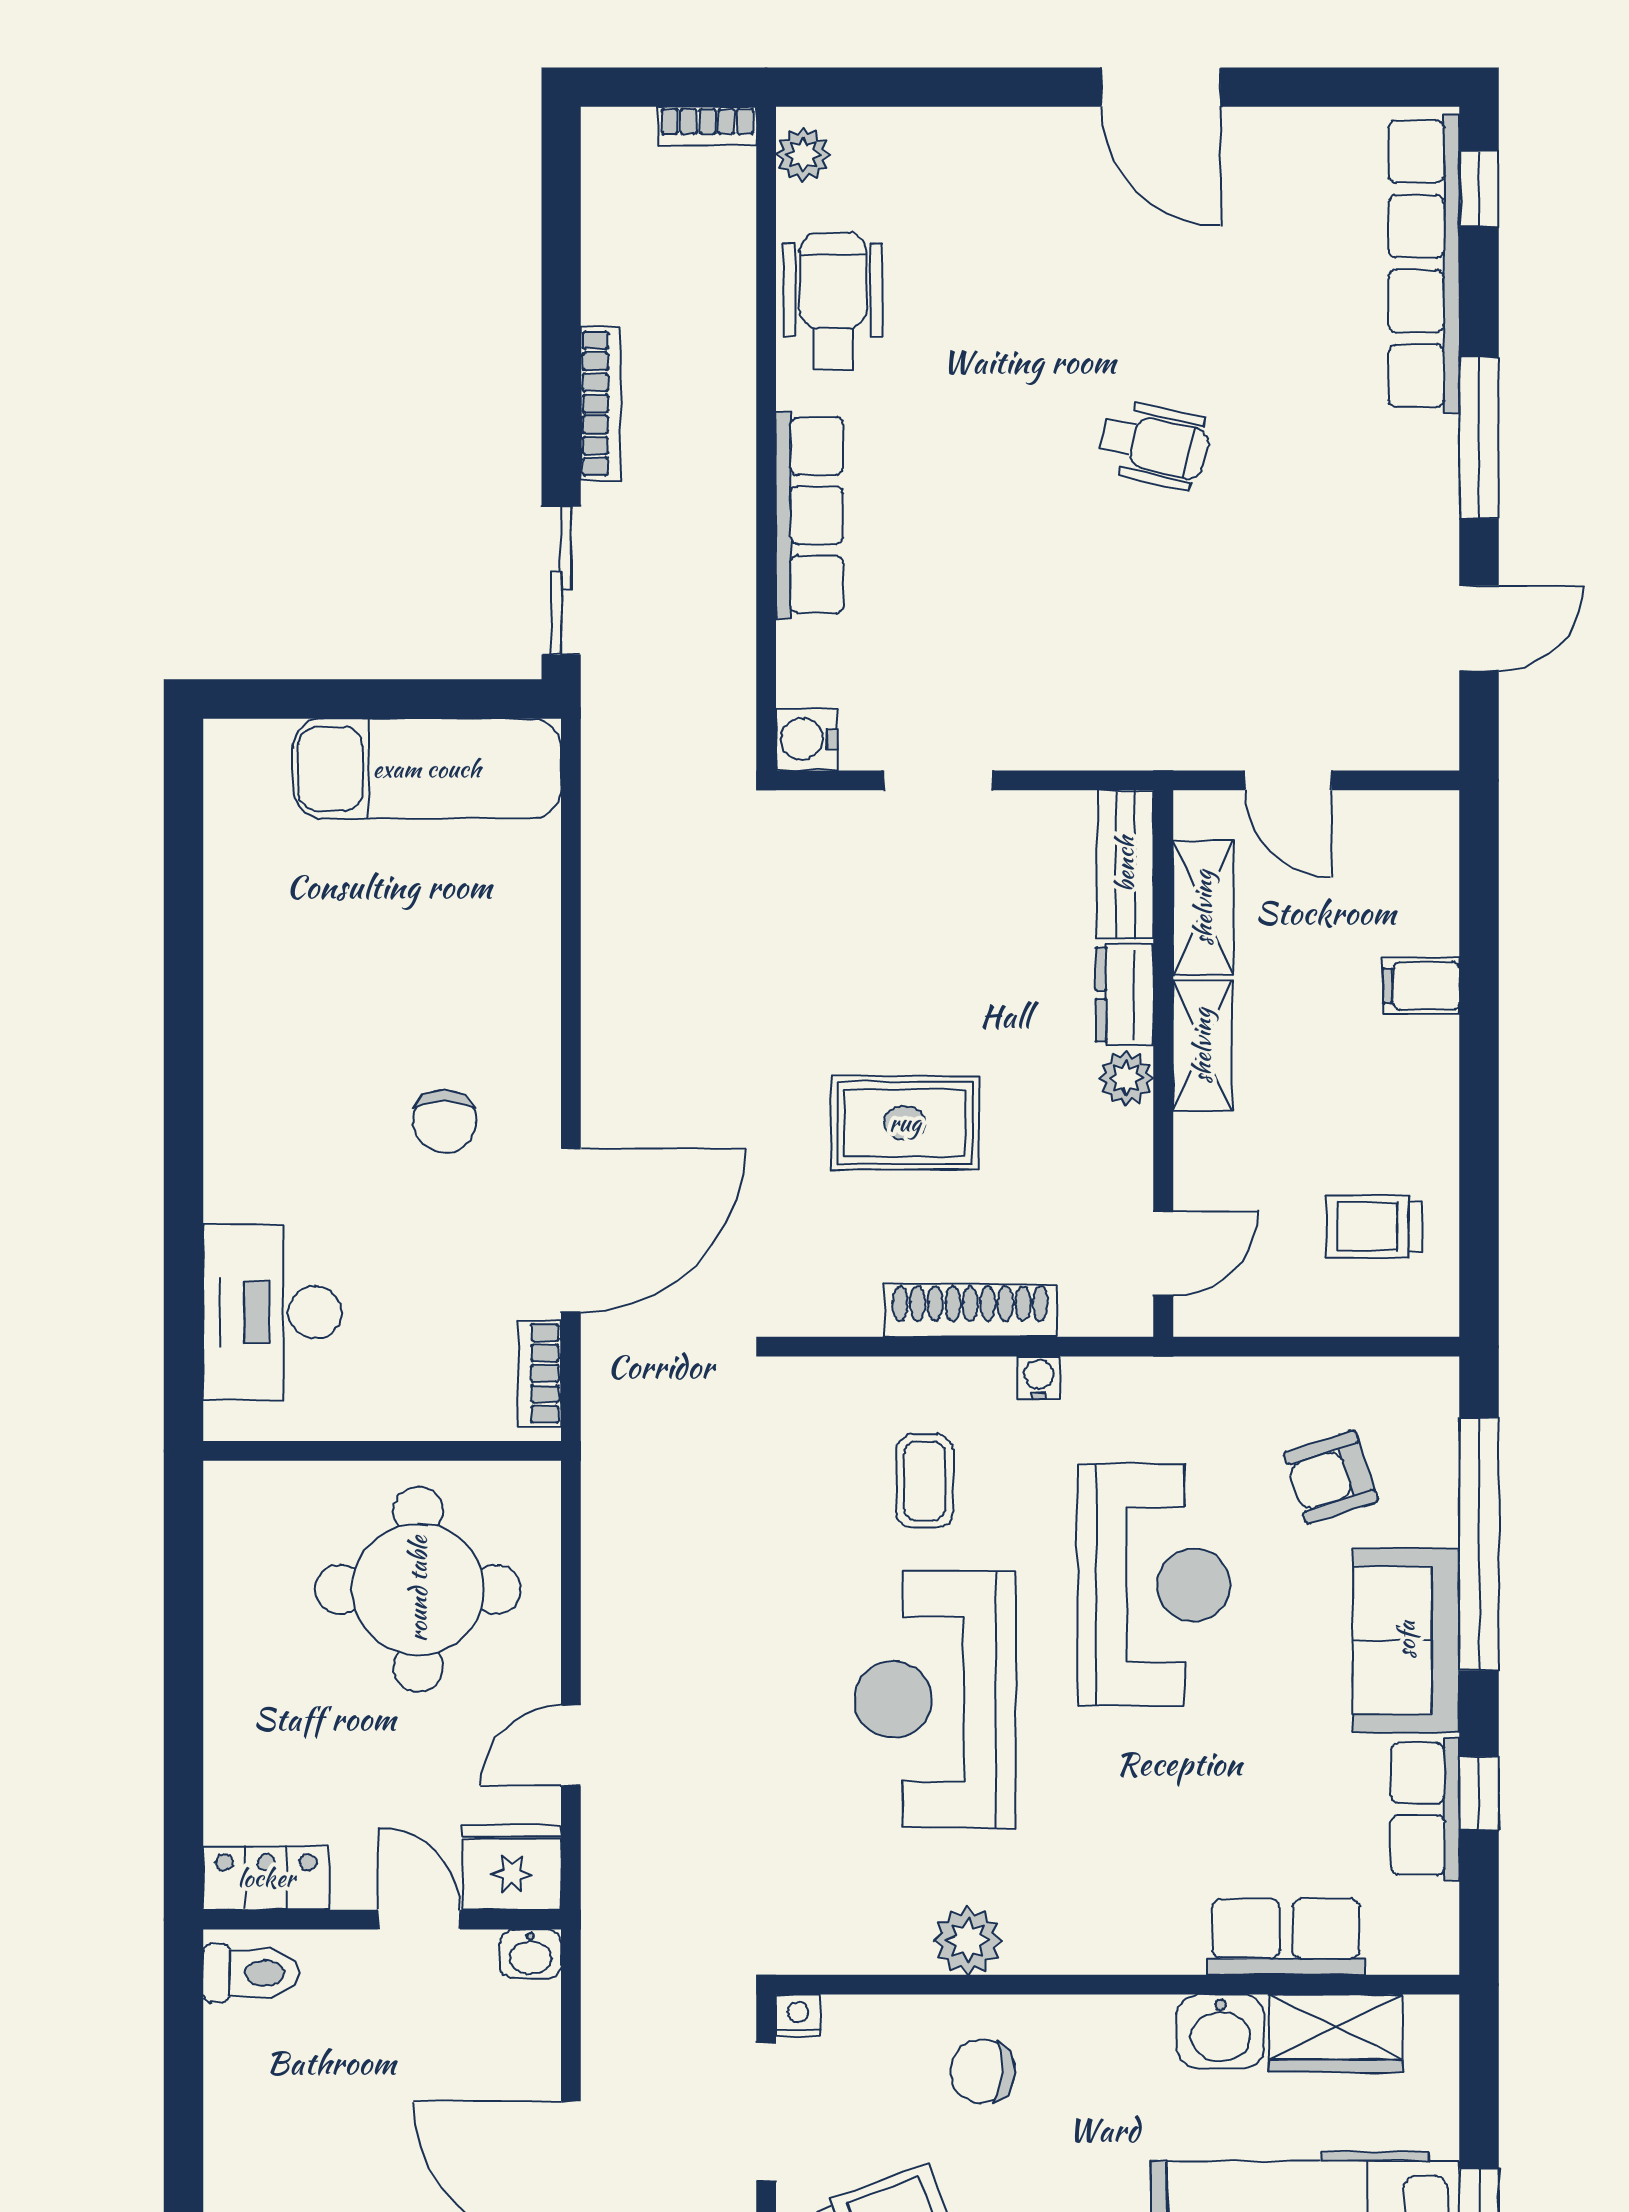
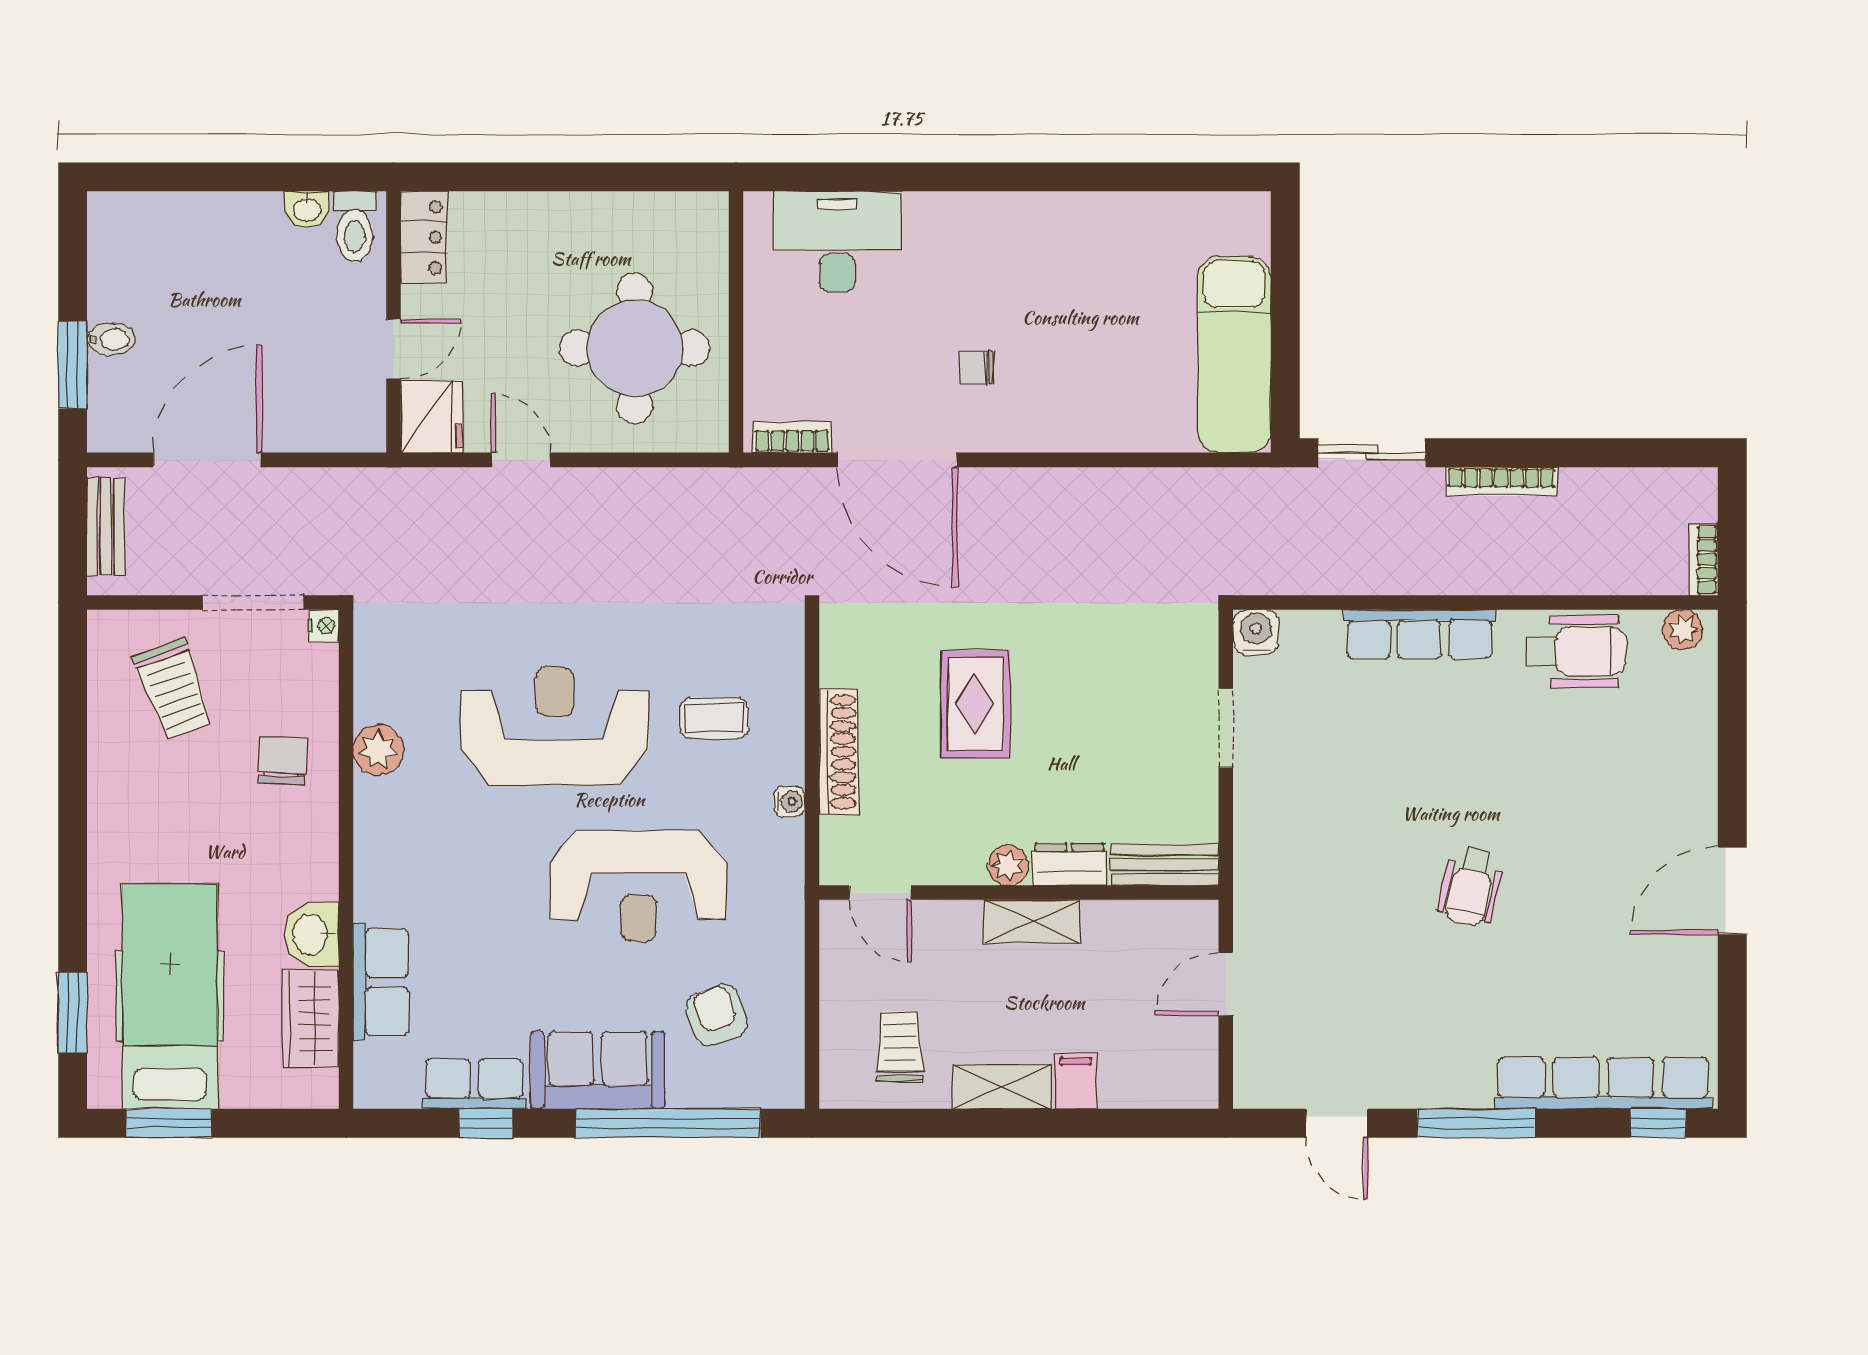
shelving: (1203, 908) -> (1002, 1087), moved
chair: (445, 1121) -> (977, 368), width x0.73, depth x0.73
washbasin: (530, 1954) -> (307, 209), moved, turned -90

